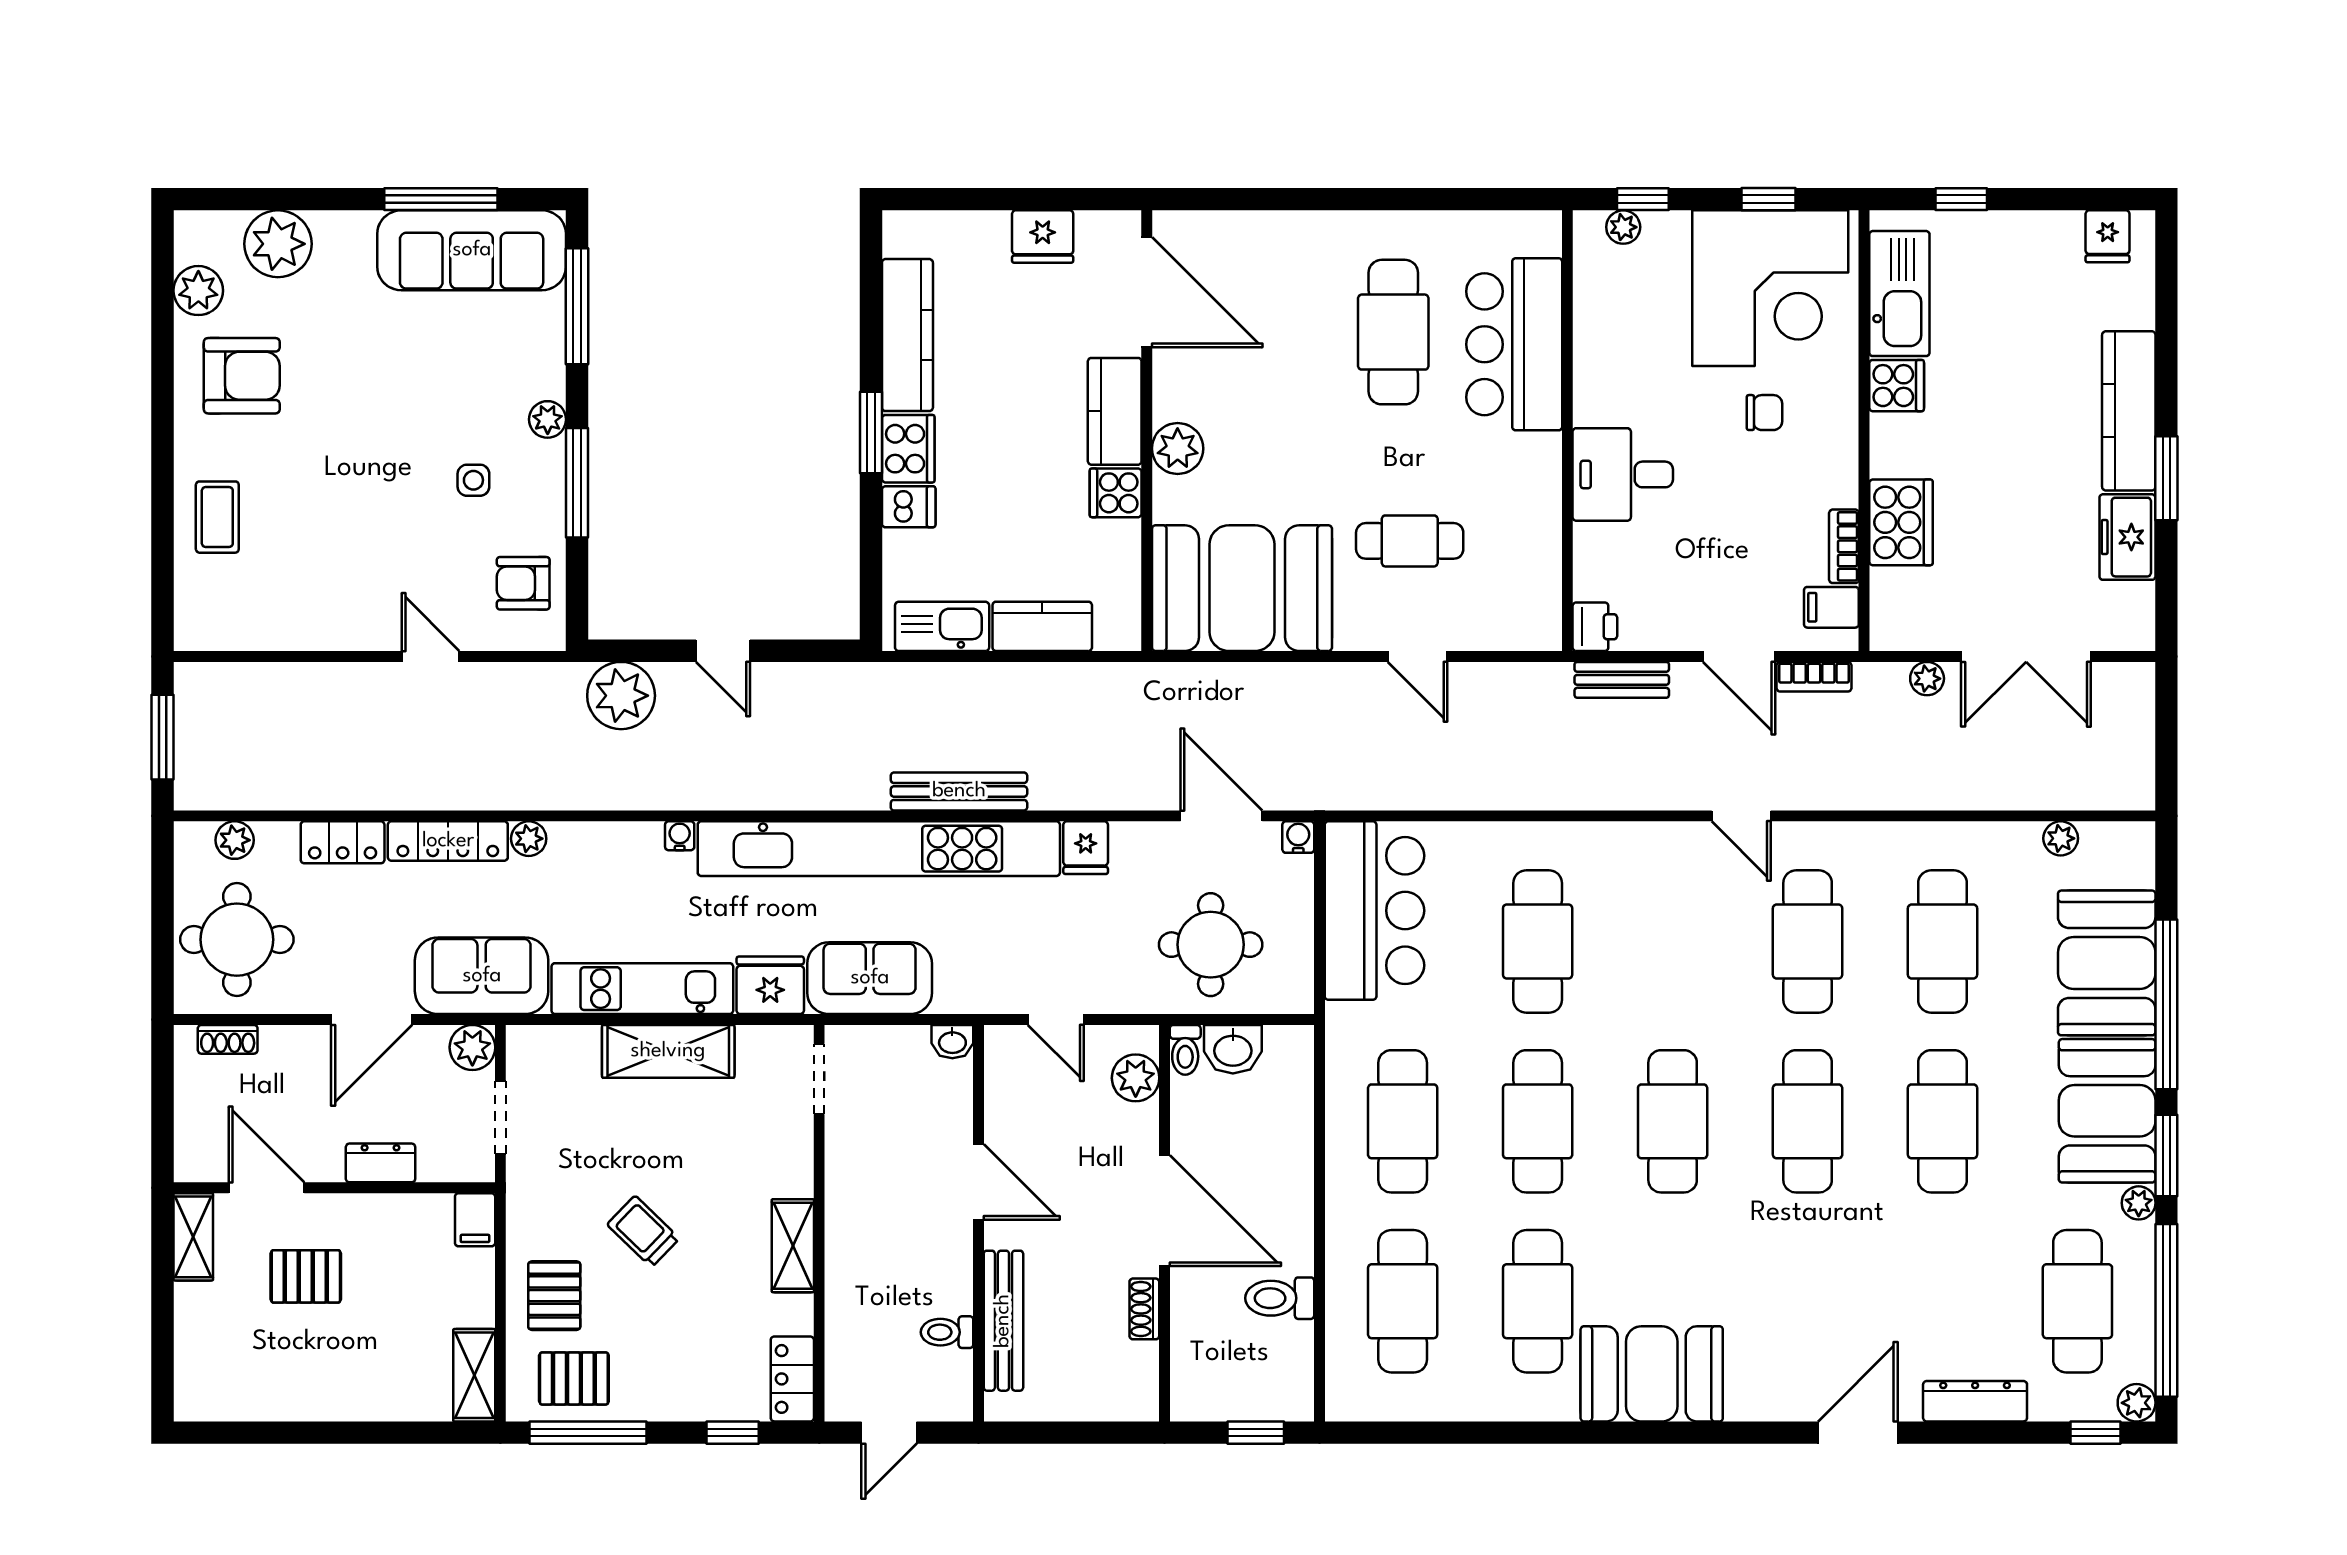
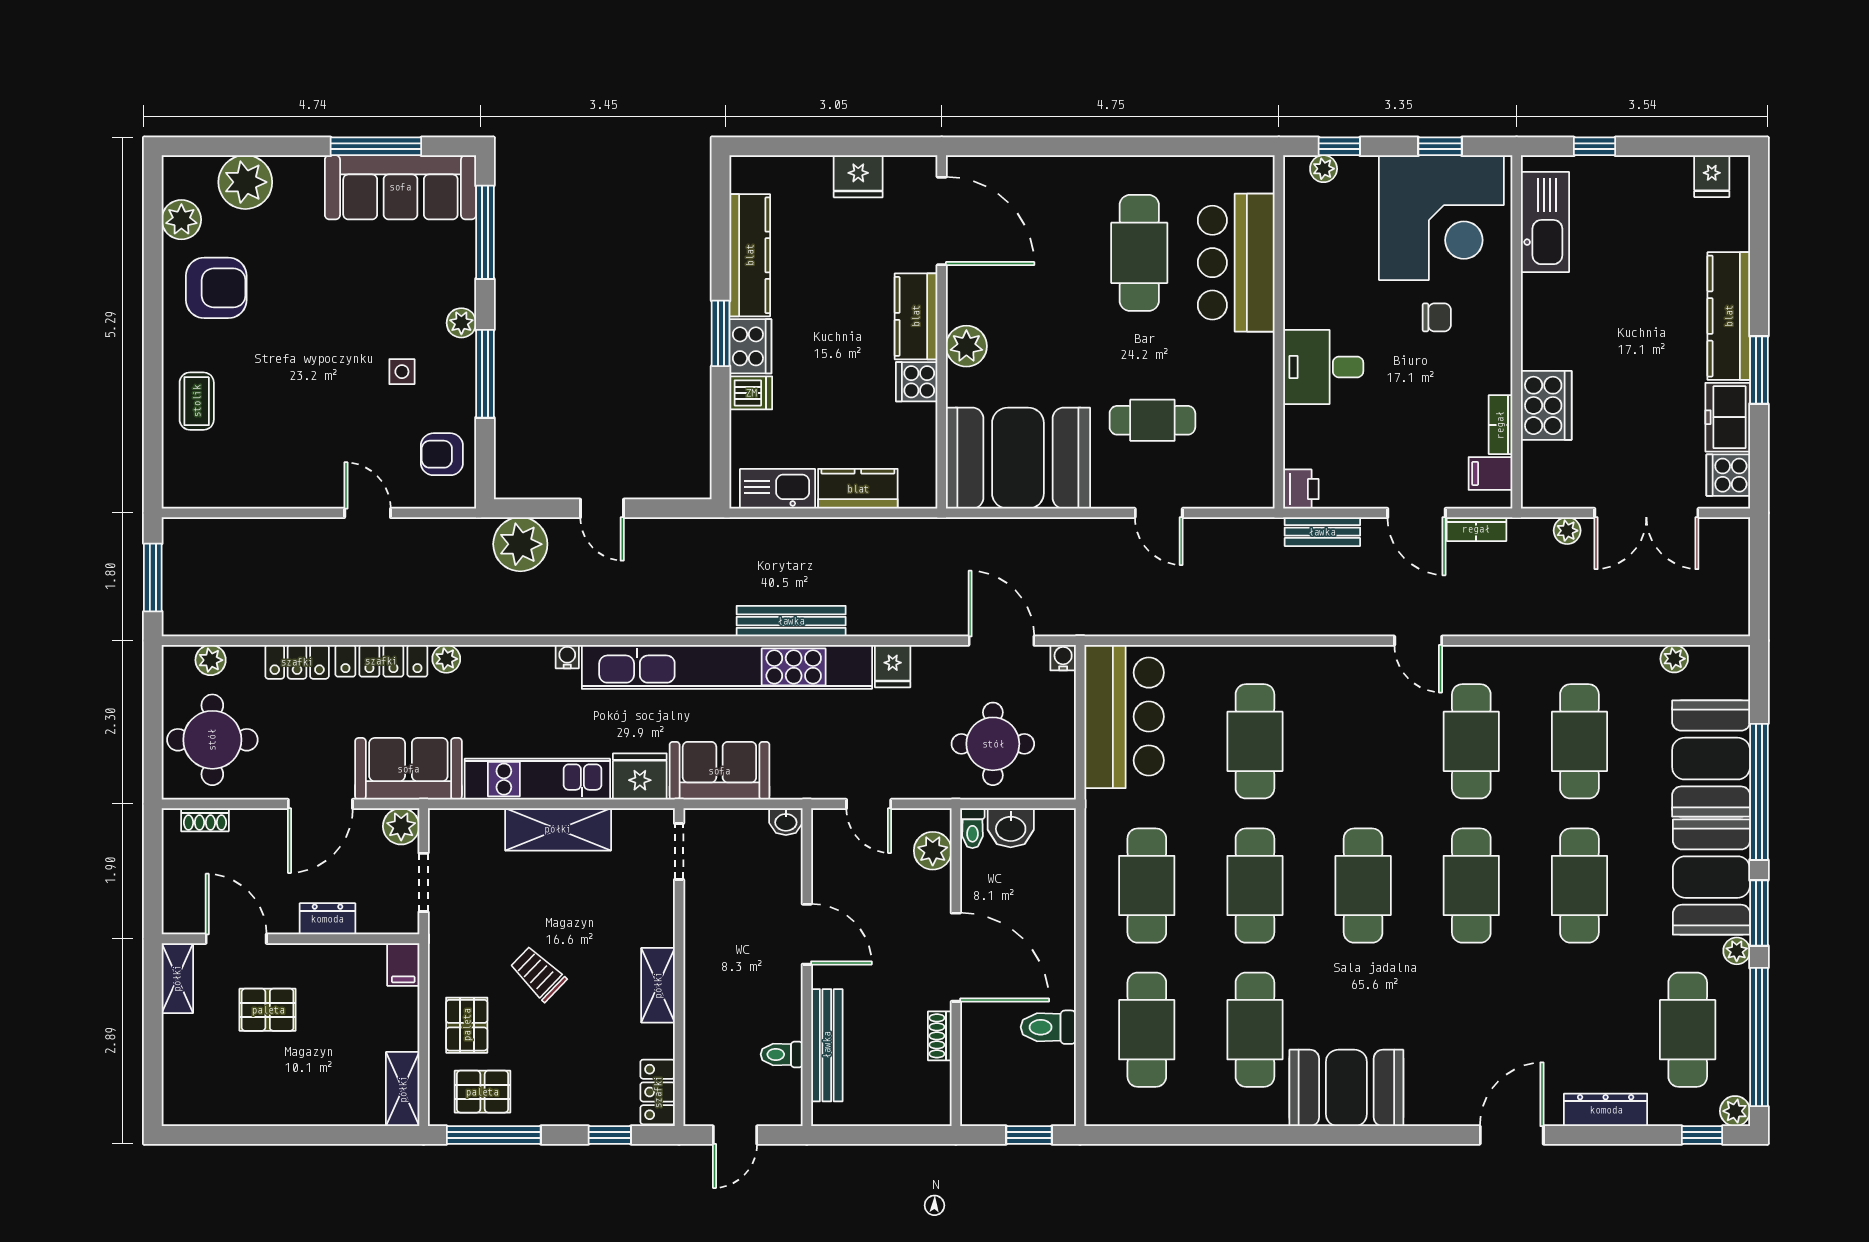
cooker: (1897, 386) -> (1728, 475), moved, turned 180

